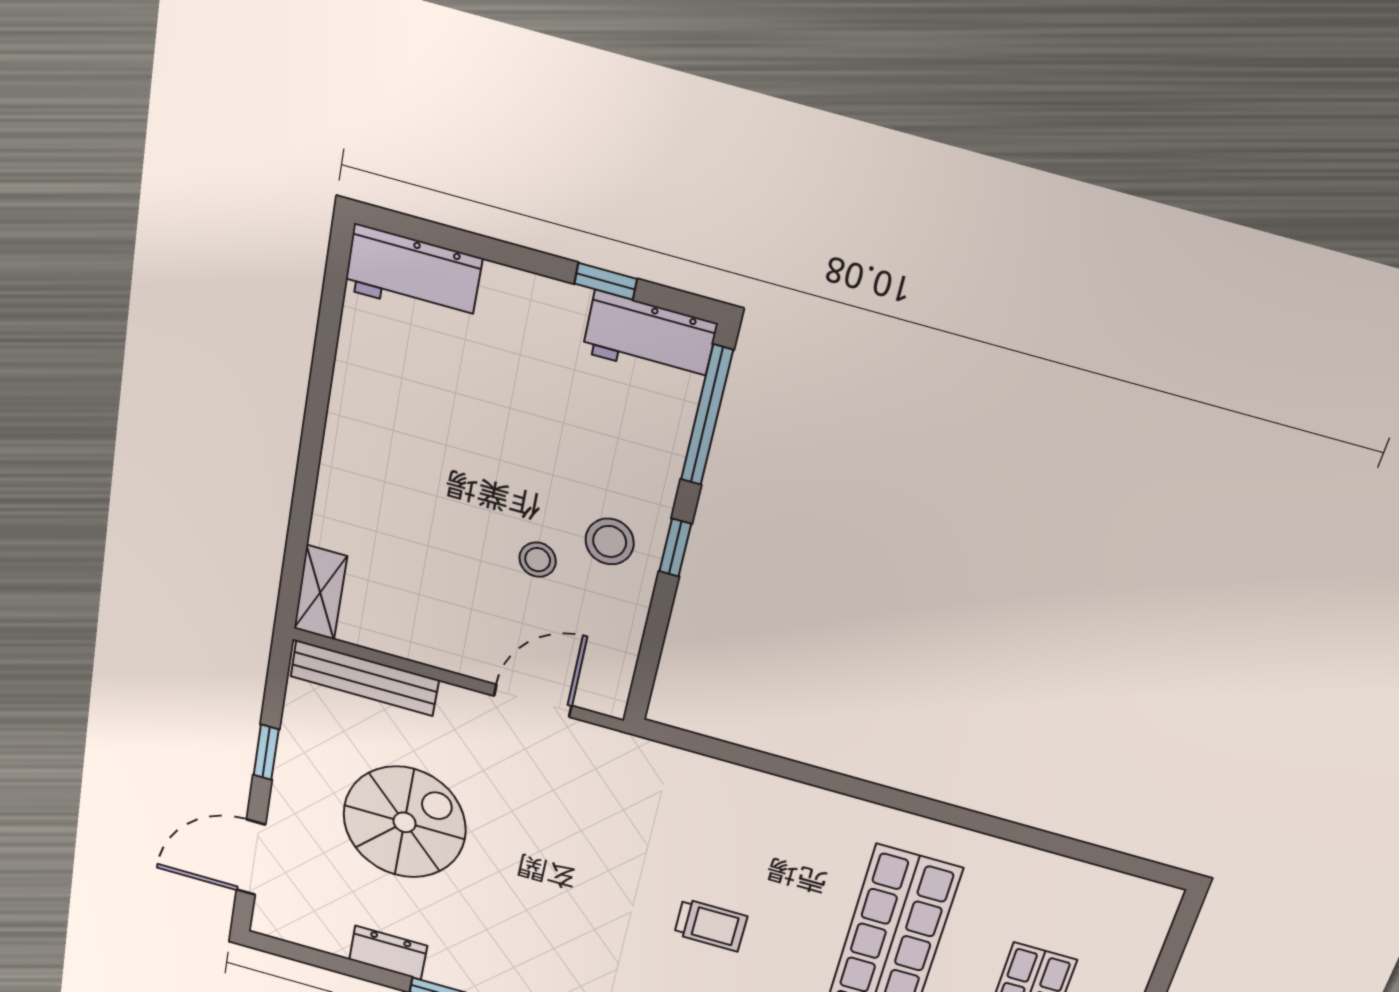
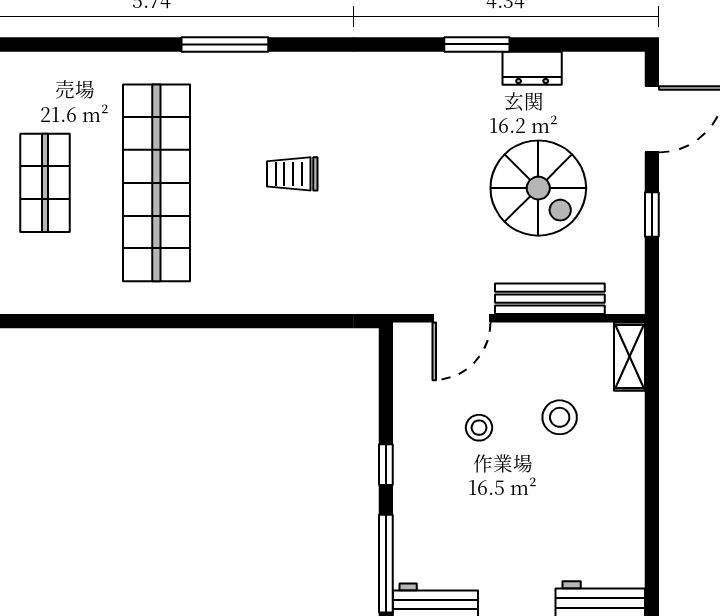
stool: (610, 541) -> (560, 417), moved
bench: (365, 678) -> (550, 299), moved
spiral stairs: (405, 822) -> (538, 188), turned -90

